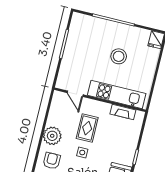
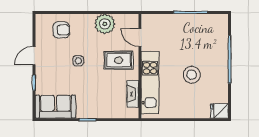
door: (75, 94) -> (140, 38), hinge flipped
rug: (87, 128) -> (118, 60), moved
plant: (52, 136) -> (105, 24), moved

